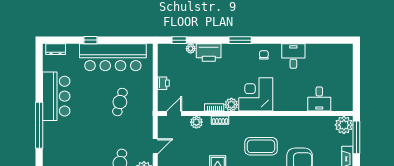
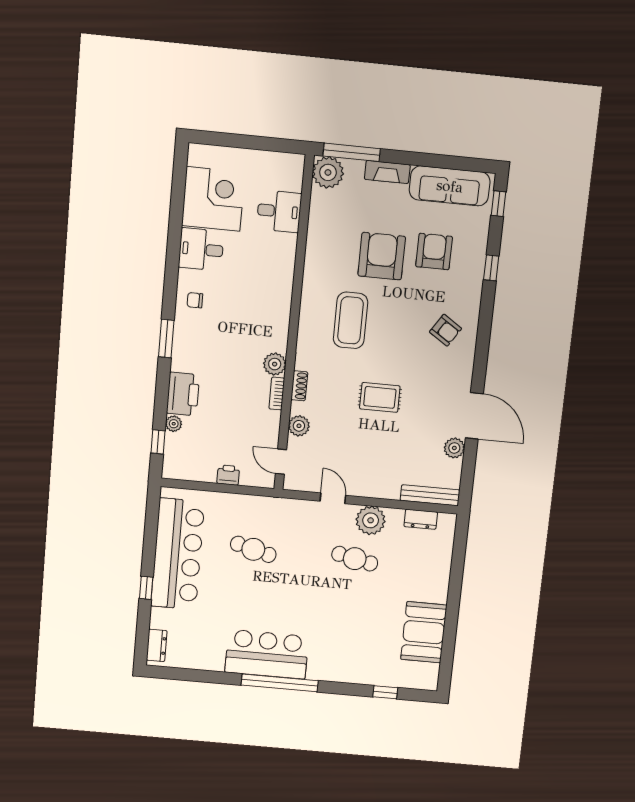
corner desk: (256, 94) -> (213, 199), moved, turned 180
bar counter: (56, 96) -> (267, 654), moved

